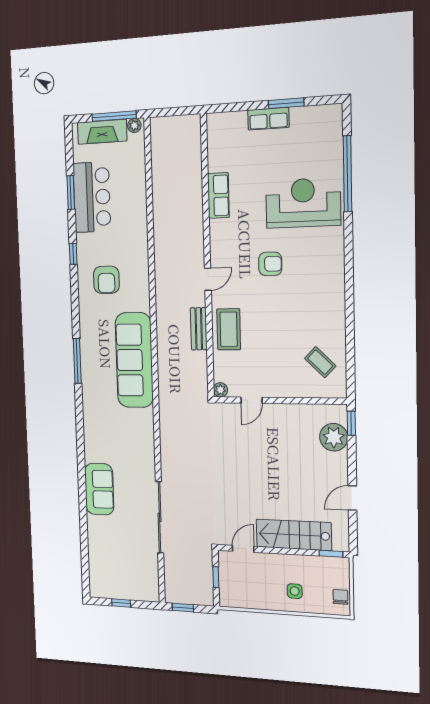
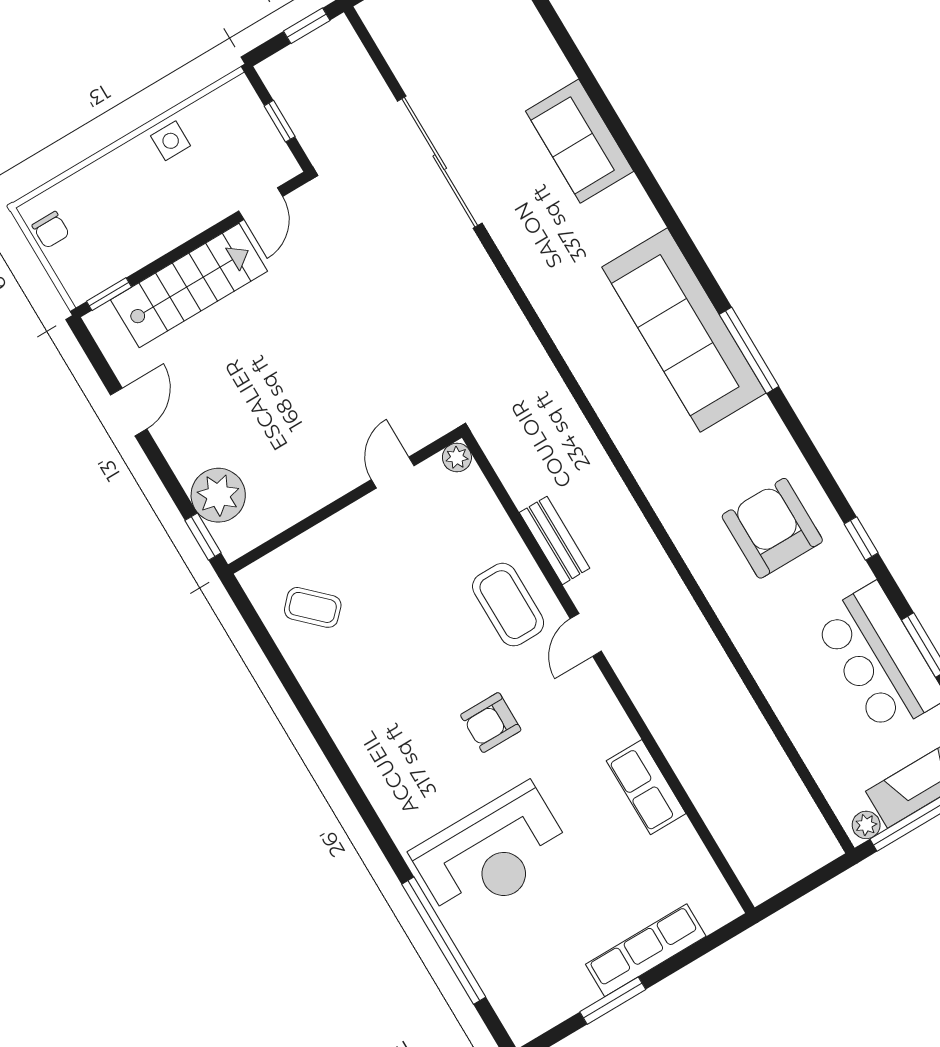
row of seats: (268, 119) -> (646, 950), width x1.48
armchair: (106, 280) -> (772, 528), width x1.36, depth x1.36
coffee table: (229, 329) -> (508, 605), moved
sofa: (134, 360) -> (684, 330), moved, turned 180
side table: (295, 591) -> (171, 141), moved

